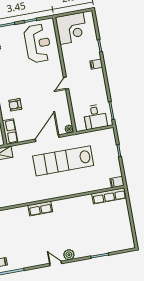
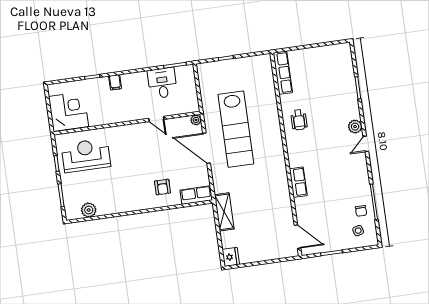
door: (66, 83) -> (156, 119), moved
desk: (95, 117) -> (162, 83), moved, turned -90
filing cabinet: (117, 182) -> (266, 62), removed
row of seats: (40, 209) -> (298, 182), moved
wheelchair: (73, 210) -> (299, 120), added

